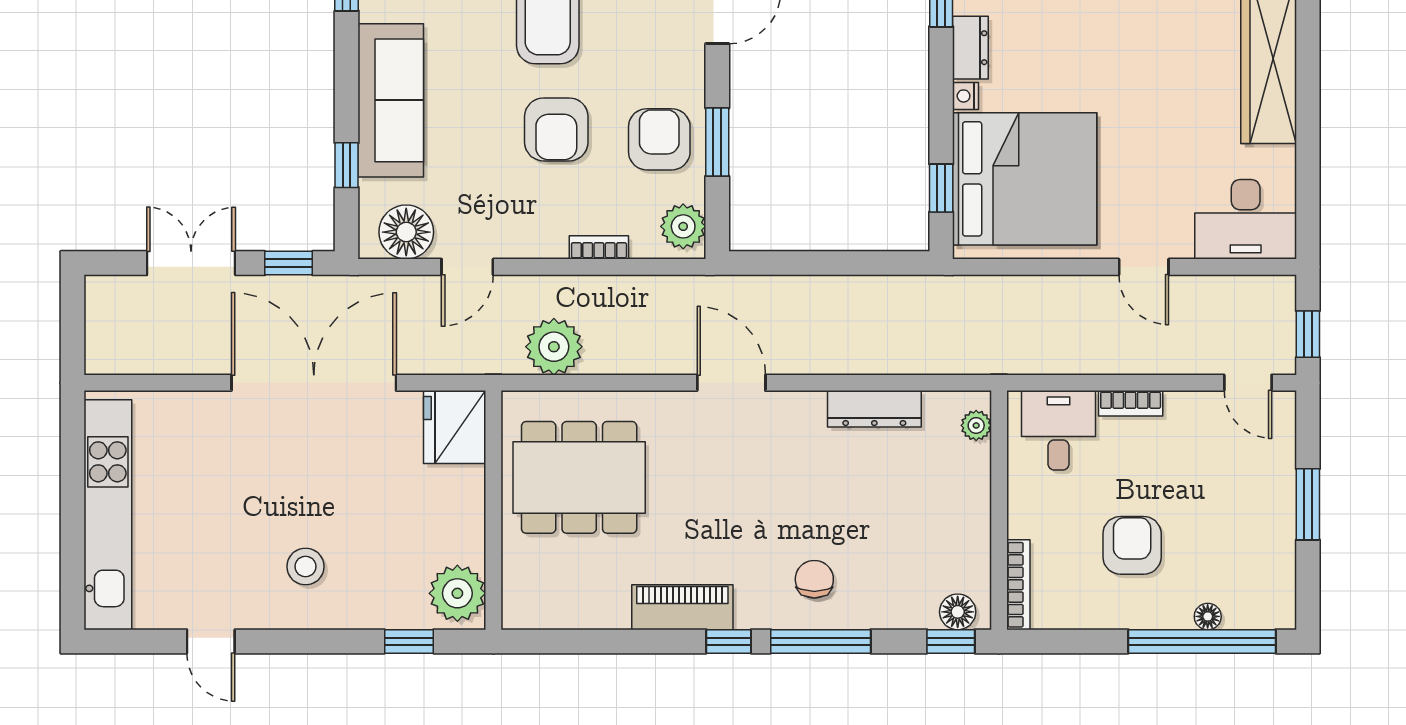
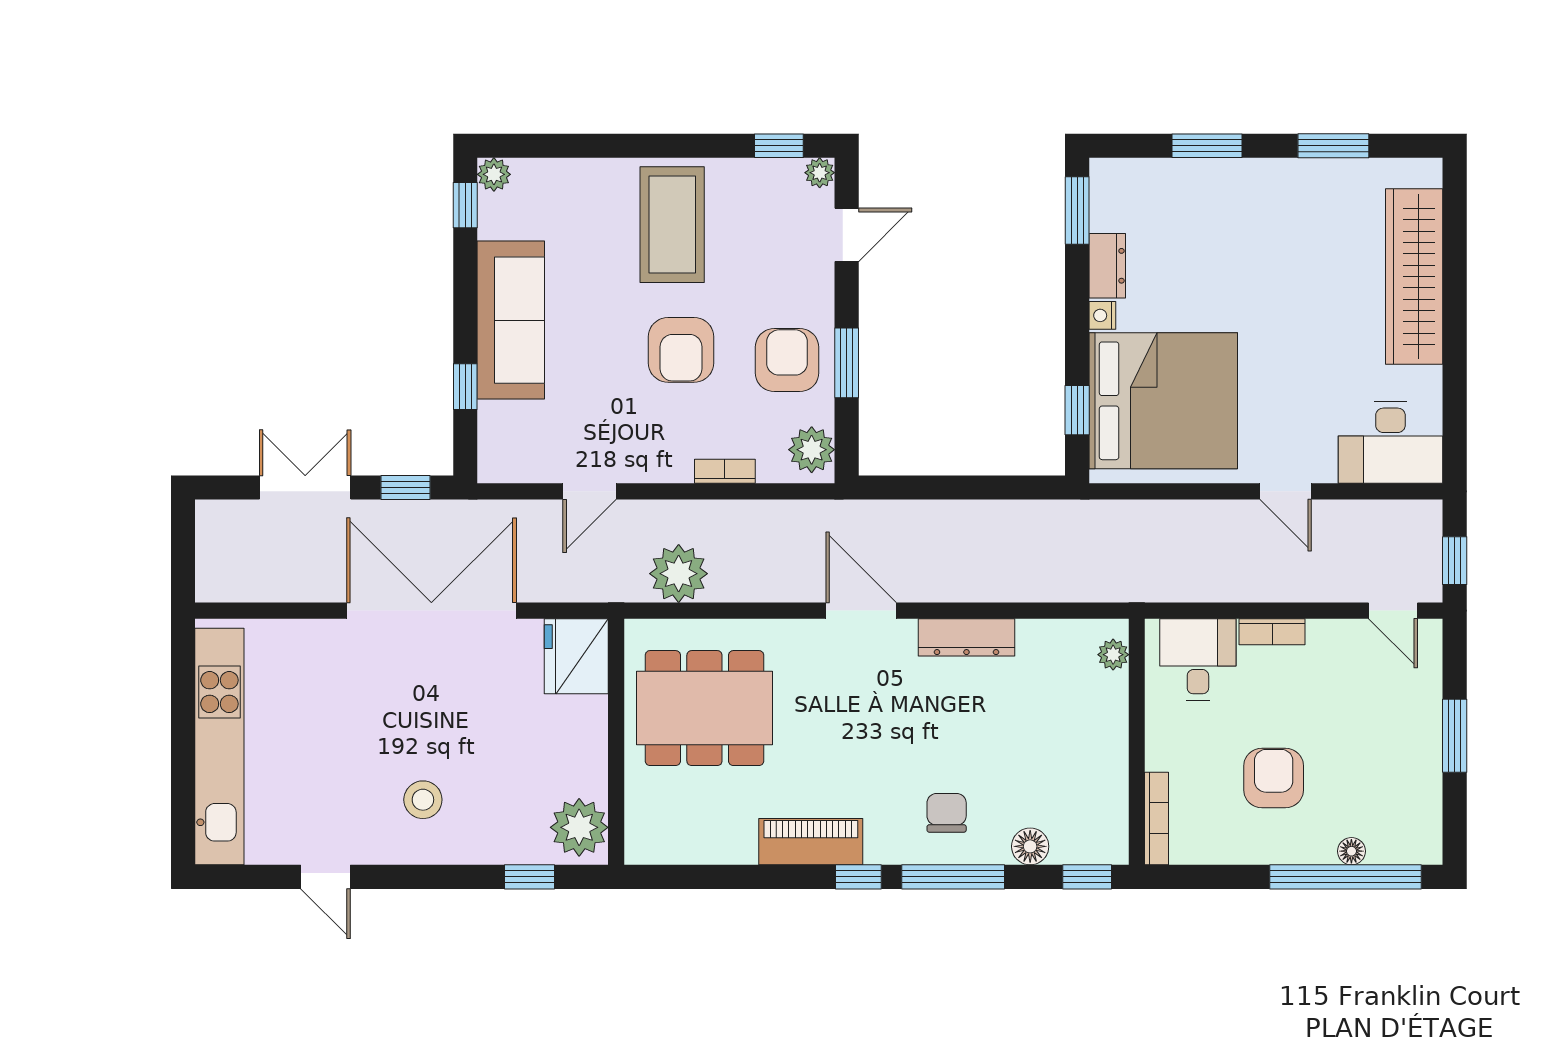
floor lamp: (406, 232) -> (527, 455), removed
dresser: (874, 409) -> (966, 637), moved
floor lamp: (958, 612) -> (1030, 846), moved

